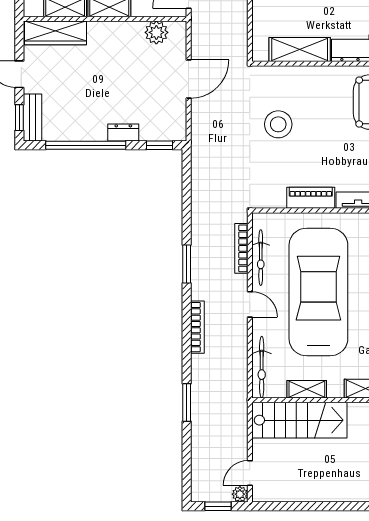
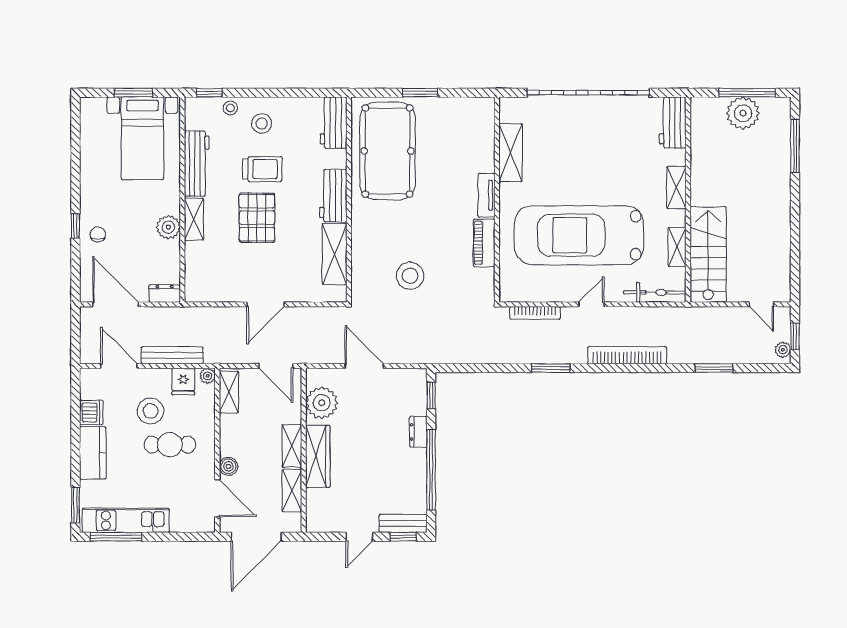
plant: (156, 32) -> (322, 403), width x1.36, depth x1.36
wardrobe: (56, 33) -> (318, 456), moved
bicycle: (261, 258) -> (544, 293), removed
bookcase: (197, 327) -> (627, 355), width x1.48, depth x1.31
window: (187, 402) -> (714, 368), moved
plant: (240, 494) -> (783, 350), moved

